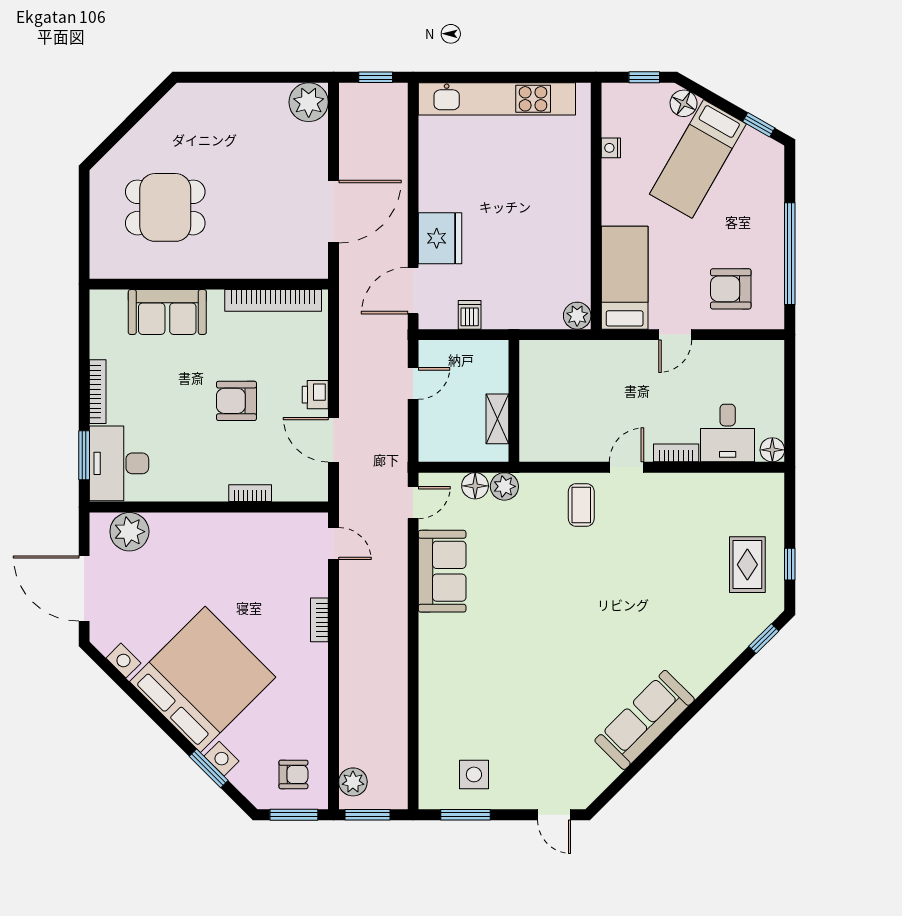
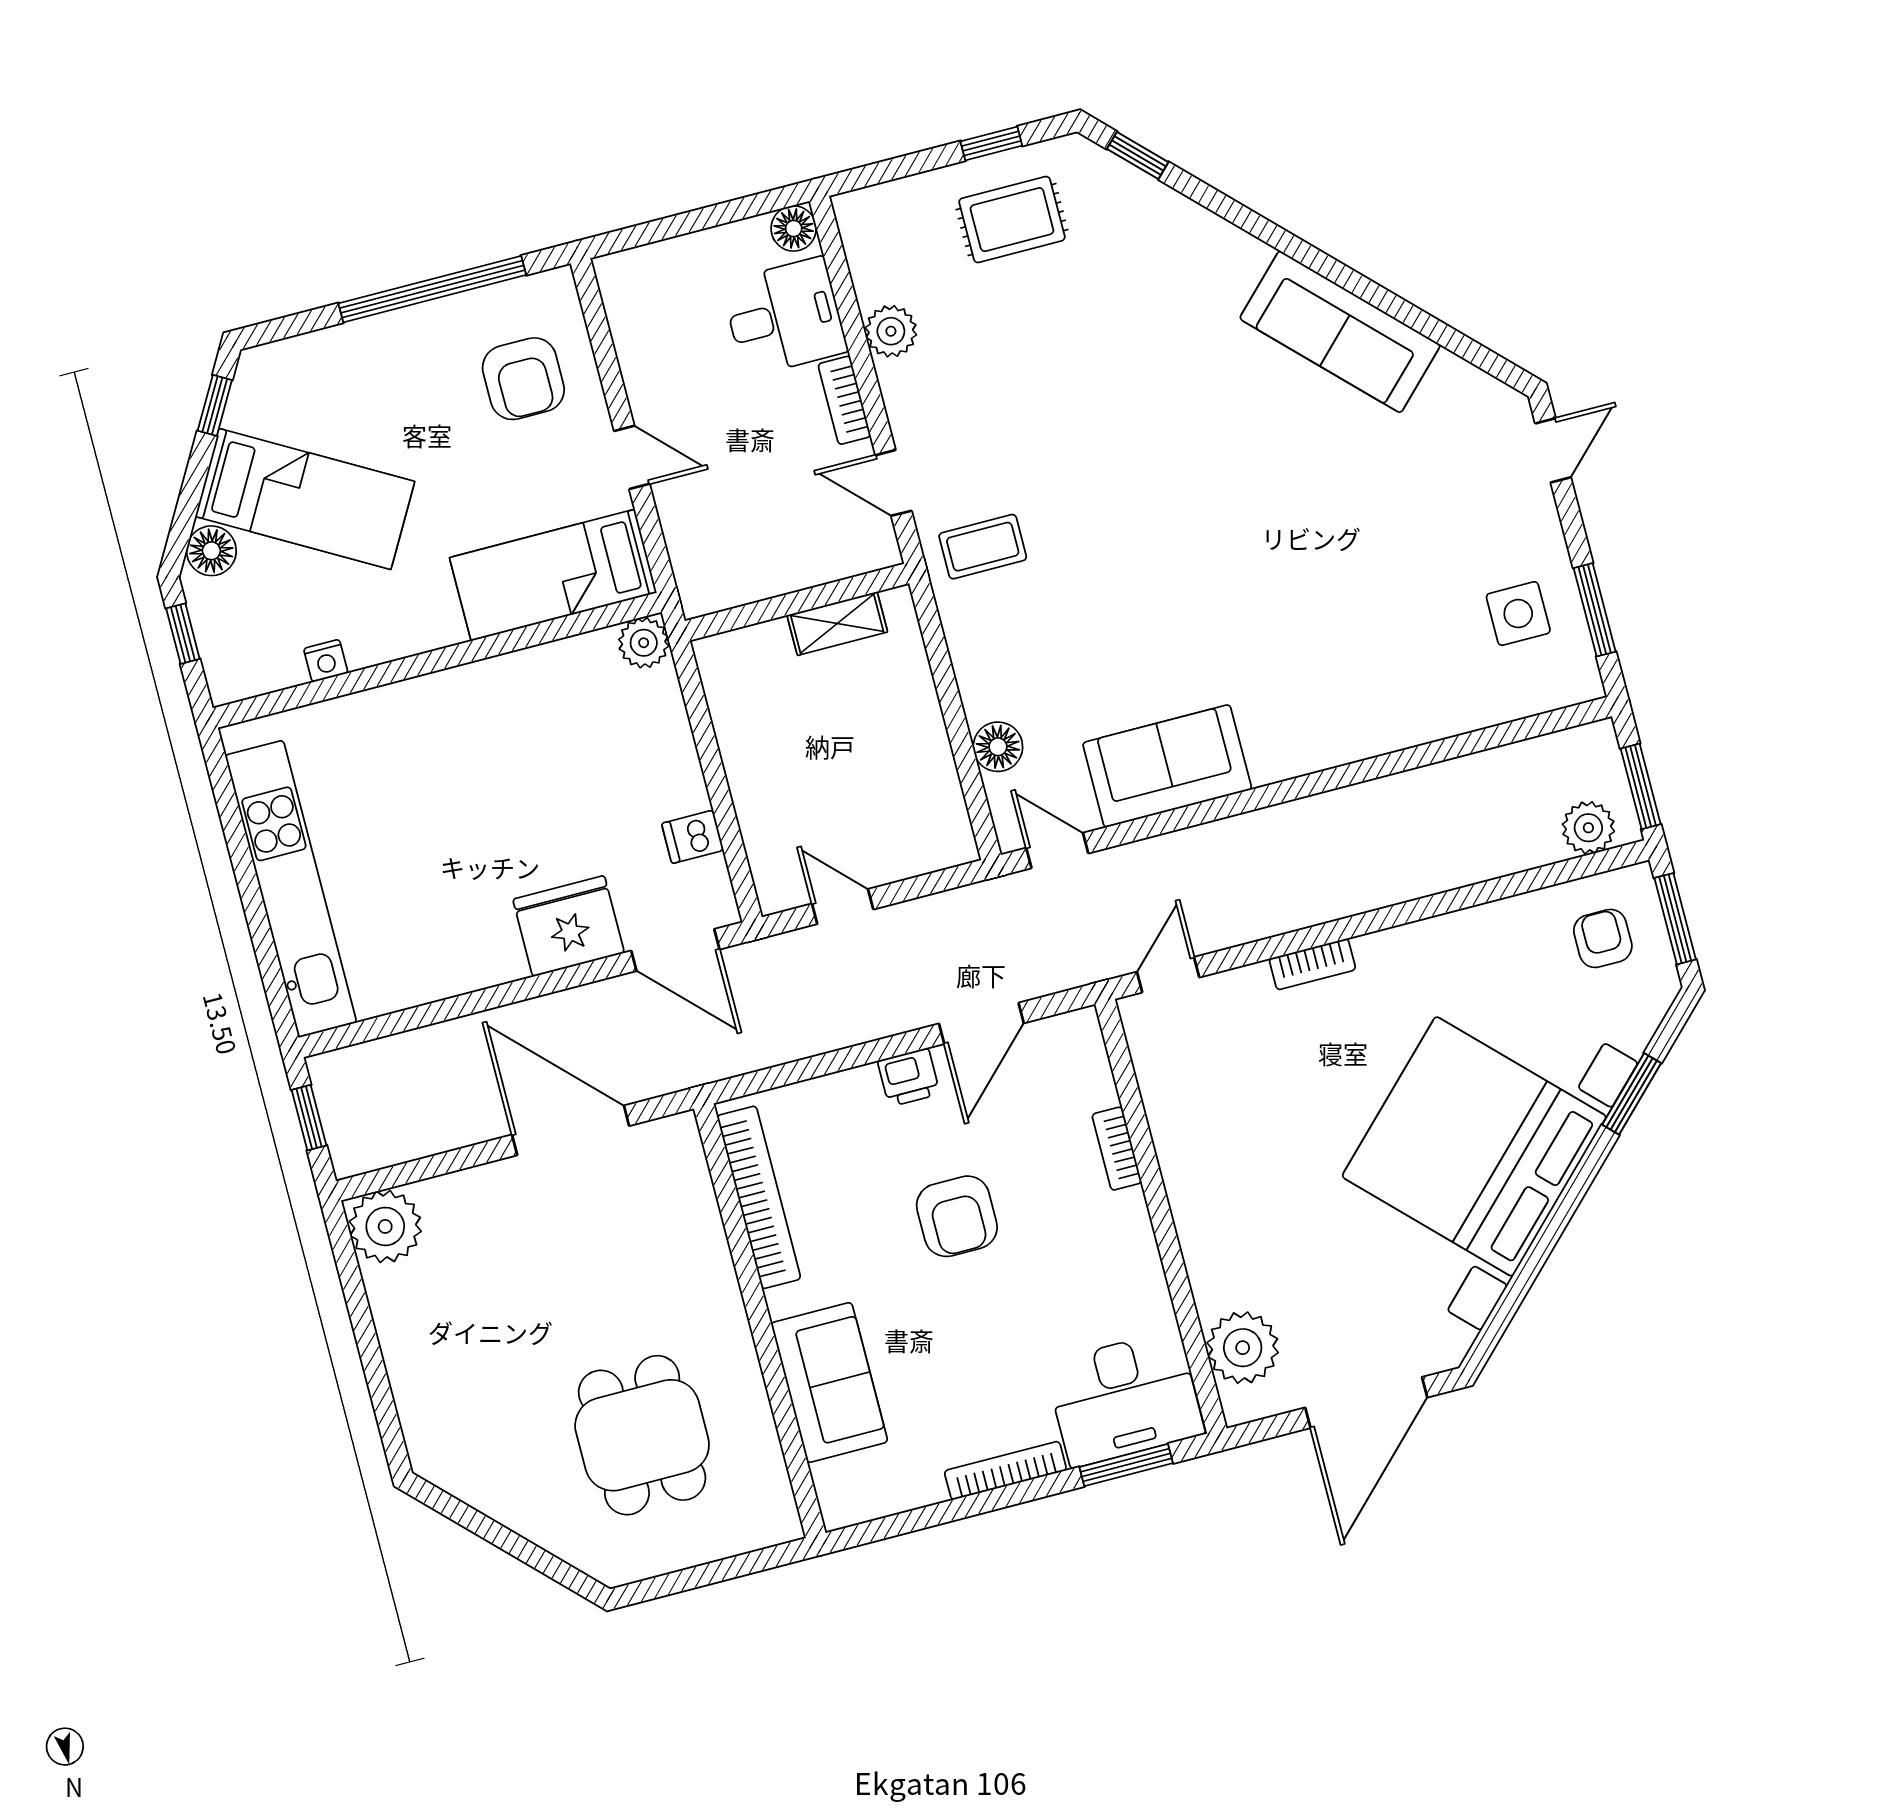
wall: (514, 401) -> (797, 602), moved
shelving: (497, 419) -> (837, 624), moved
plant: (504, 486) -> (891, 331), moved

